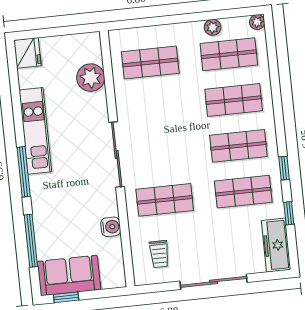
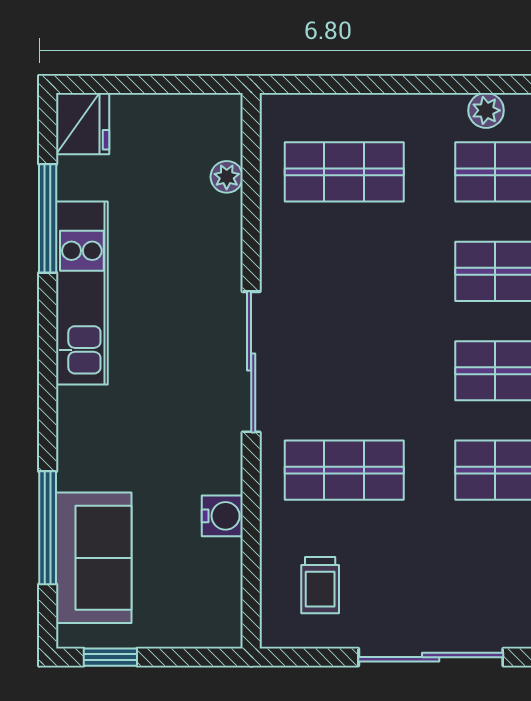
plant: (91, 78) -> (227, 177), width x0.53, depth x0.53
window: (24, 172) -> (48, 218), moved
sofa: (69, 275) -> (94, 558), moved, turned 90

